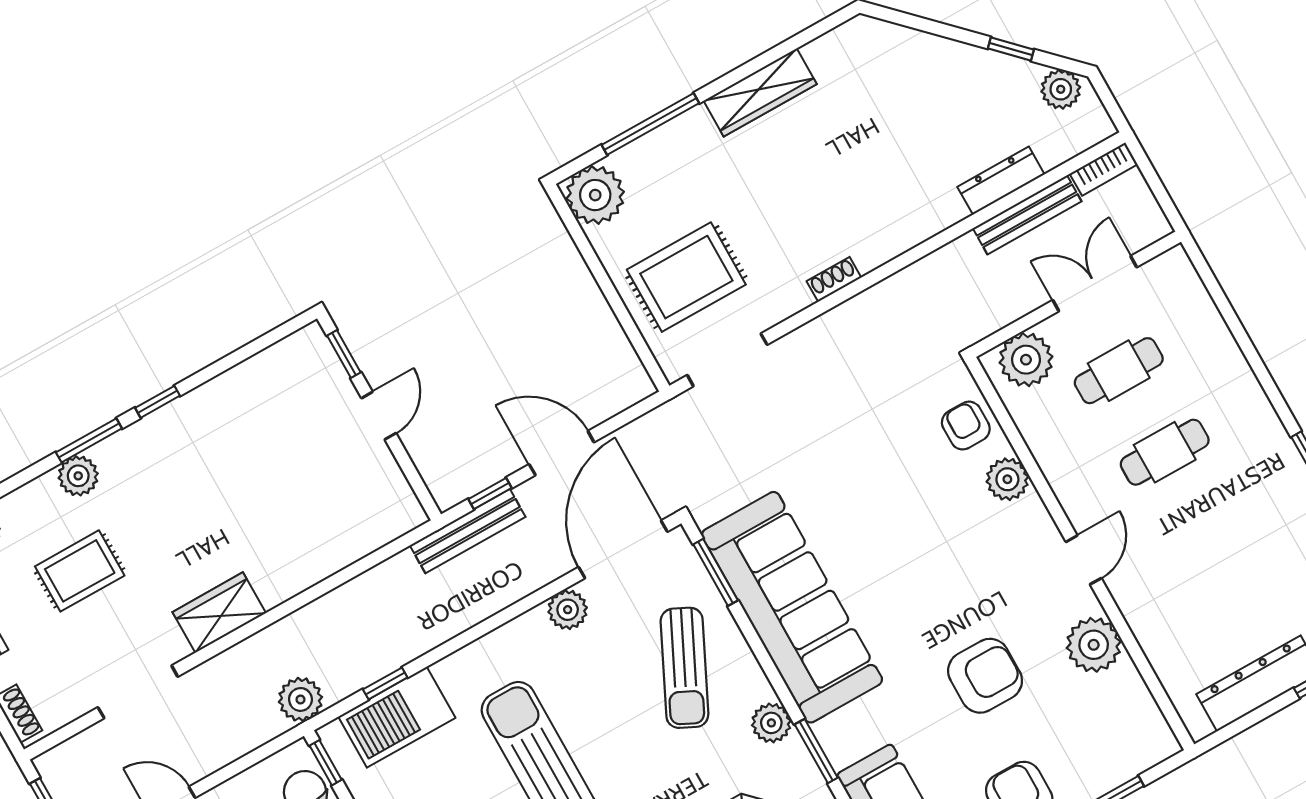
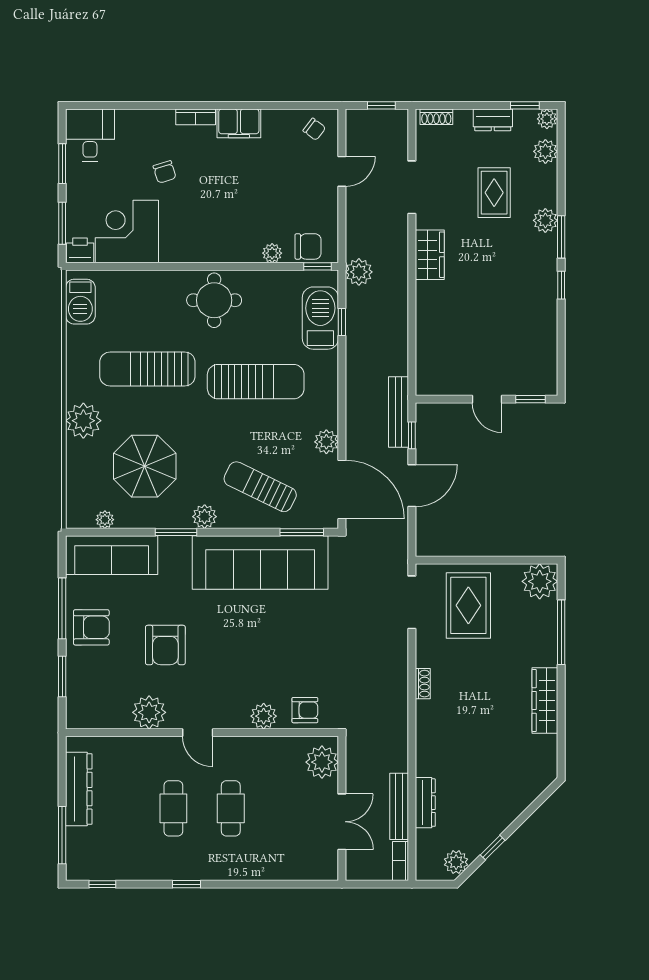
cafe table: (1119, 371) -> (173, 808), moved

